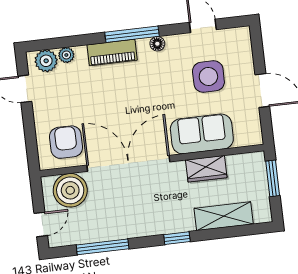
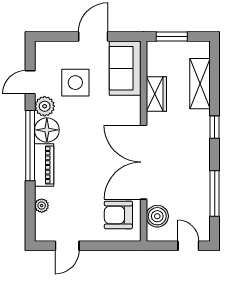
window: (132, 34) -> (30, 146), width x1.46
floor lamp: (157, 44) -> (47, 130), width x1.89, depth x1.89
plant: (46, 61) -> (45, 106), moved
sofa: (202, 134) -> (125, 68), moved
boiler: (70, 190) -> (157, 216), width x0.73, depth x0.73

